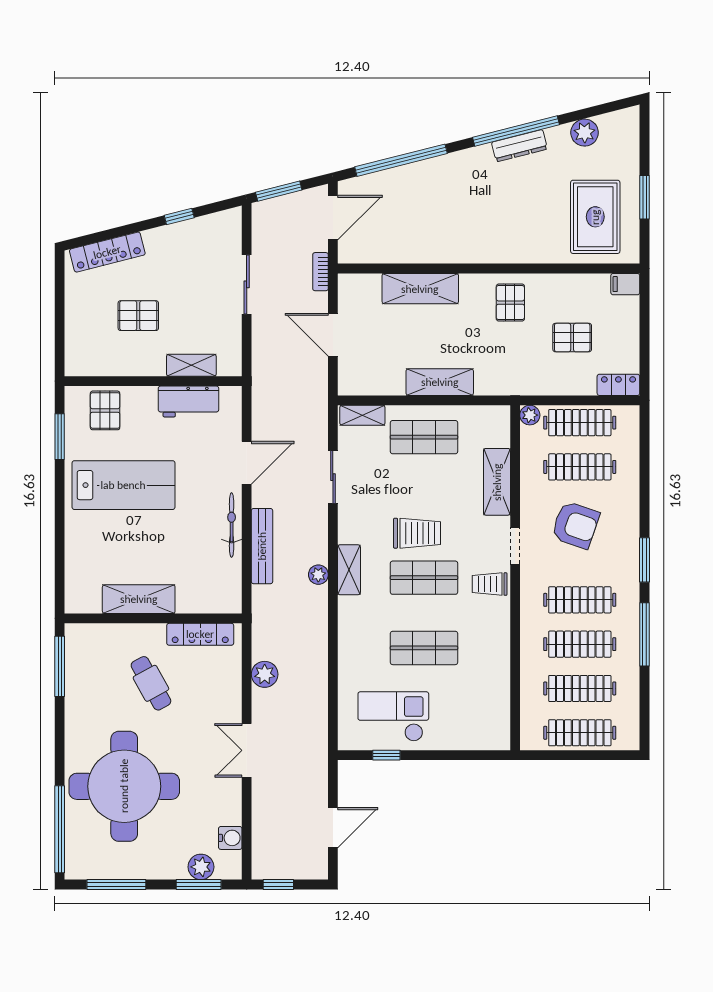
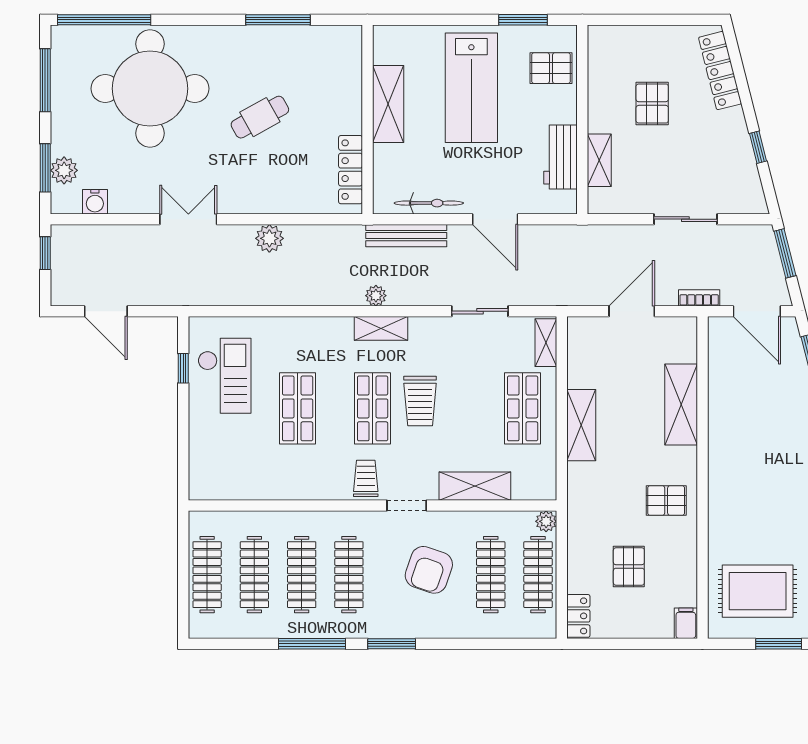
shelving: (139, 599) -> (388, 104), moved
wall: (153, 618) -> (367, 119), moved
locker: (200, 634) -> (351, 170), moved

